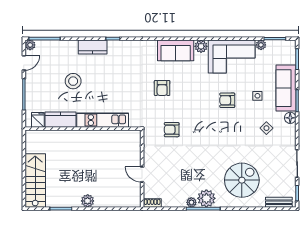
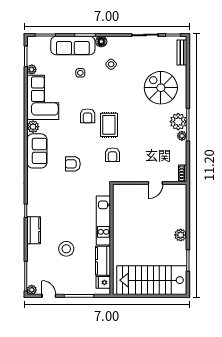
armchair: (162, 88) -> (73, 164), turned 180
armchair: (227, 100) -> (88, 116), moved
rug: (203, 126) -> (109, 125), added
stairs: (35, 180) -> (152, 280), width x1.36, depth x1.51

